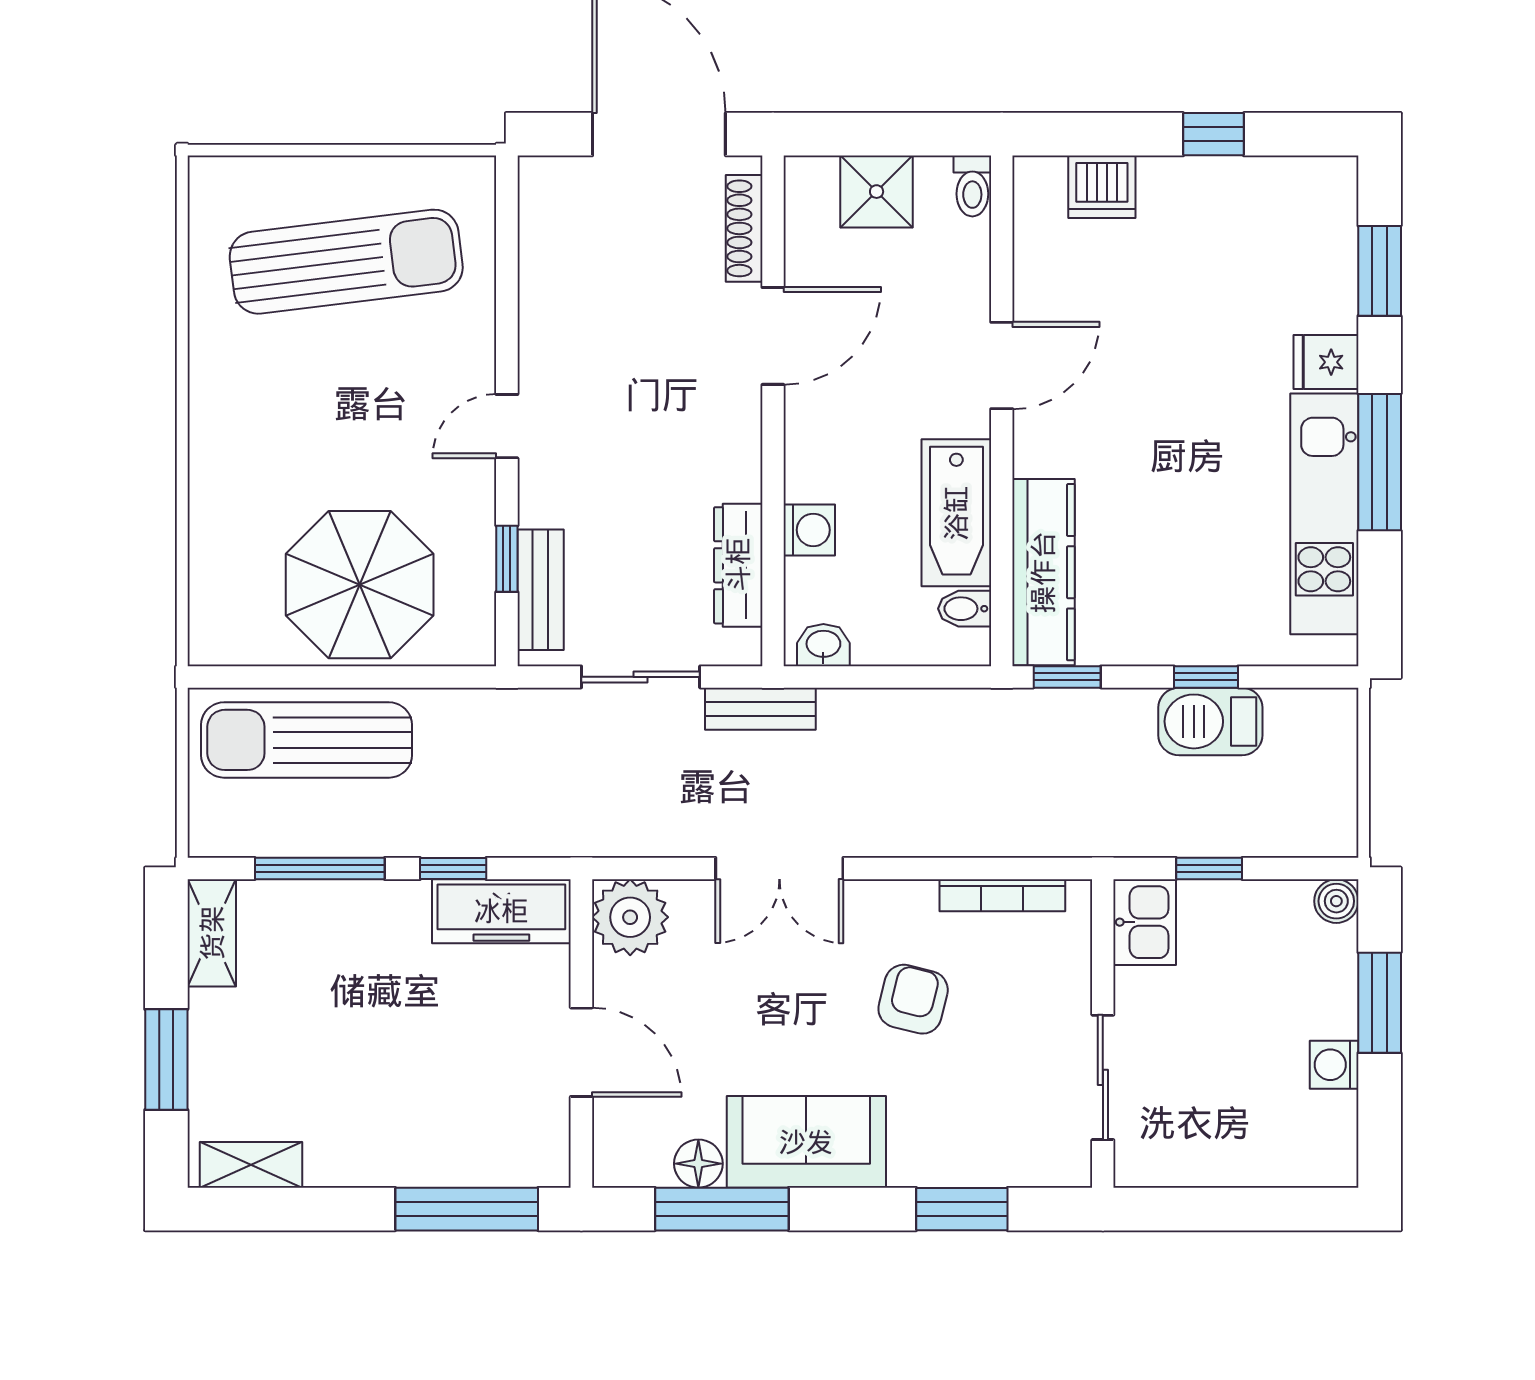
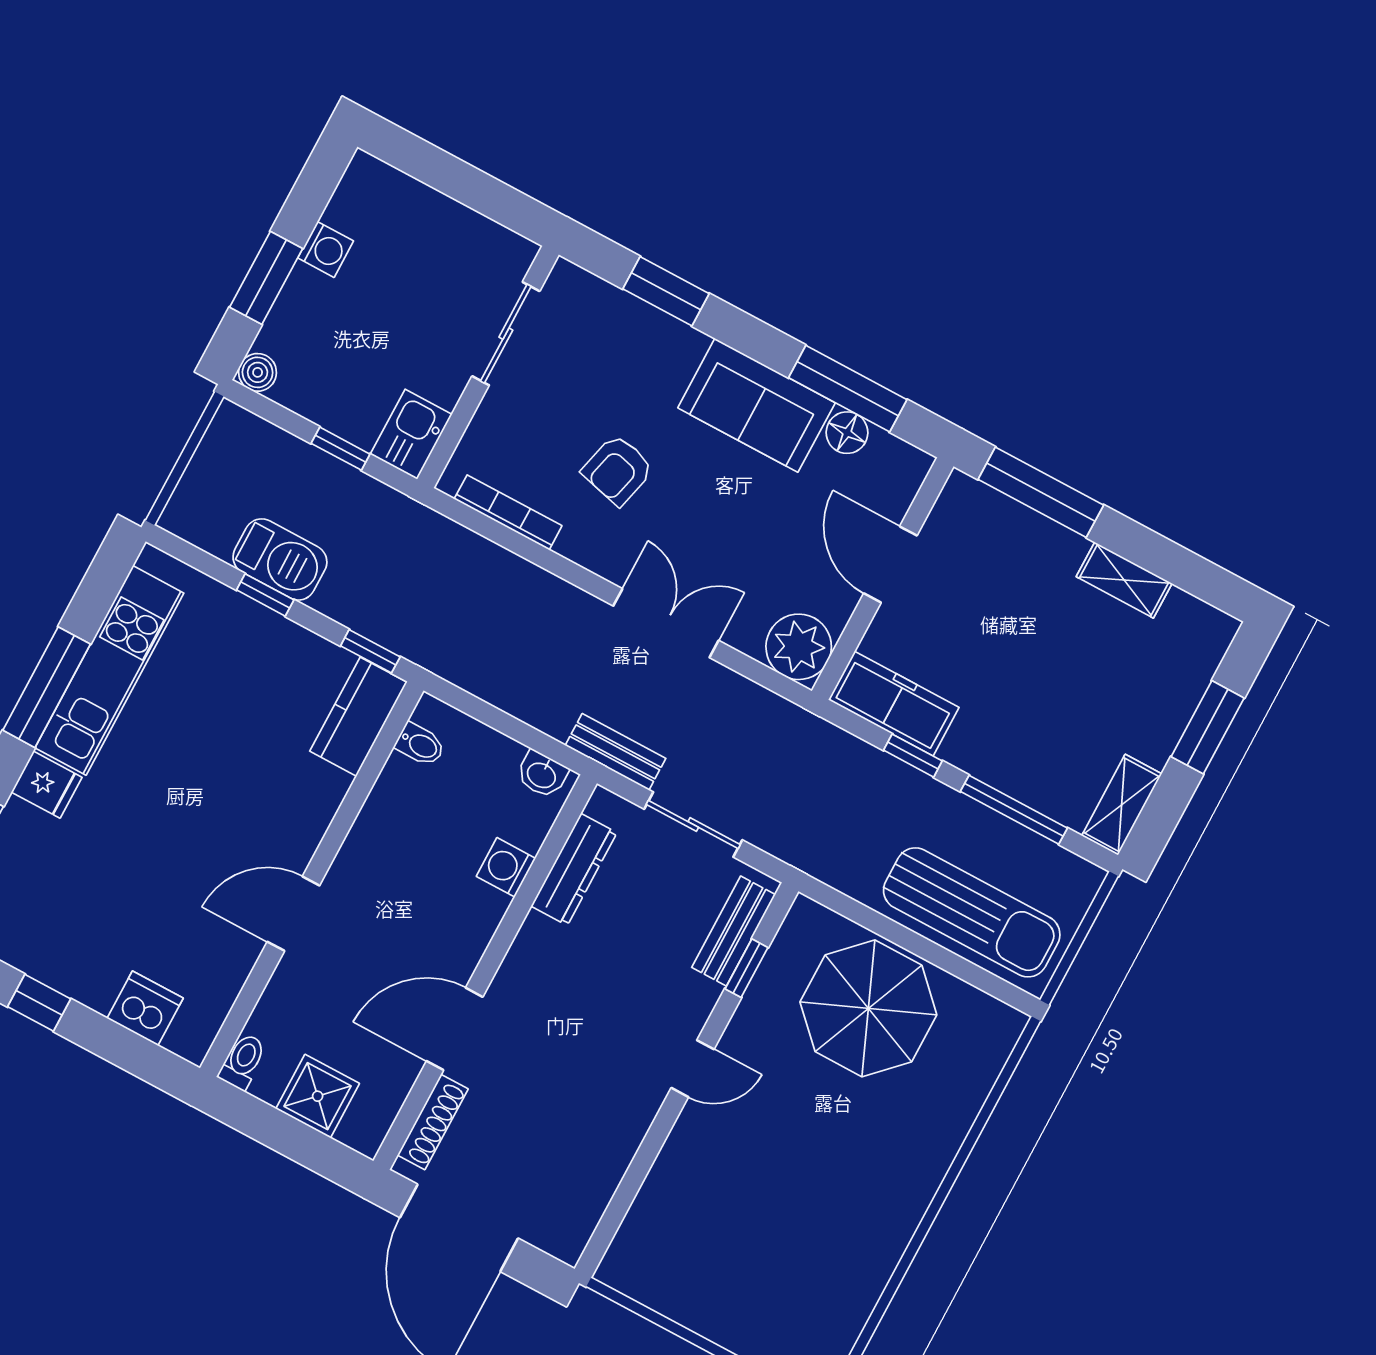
sun lounger: (346, 262) -> (748, 1258), removed
bathtub: (956, 513) -> (388, 821), removed
kitchen counter: (1043, 572) -> (358, 717), width x0.67
shelving: (251, 1165) -> (1124, 580), moved

